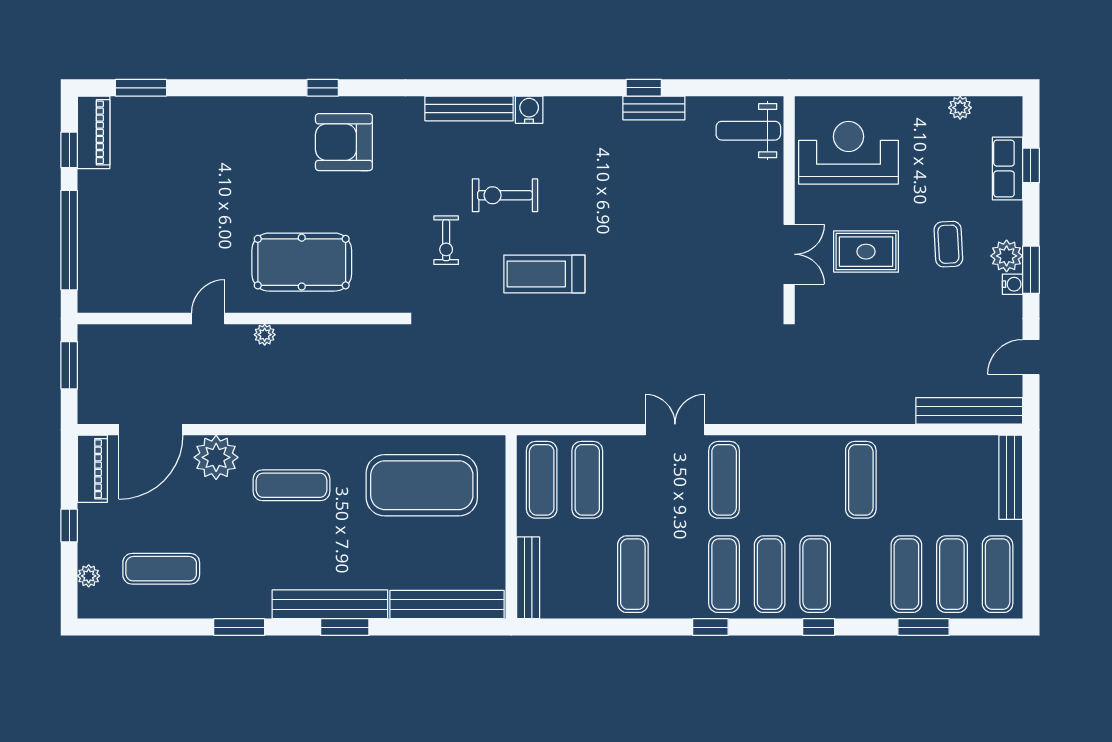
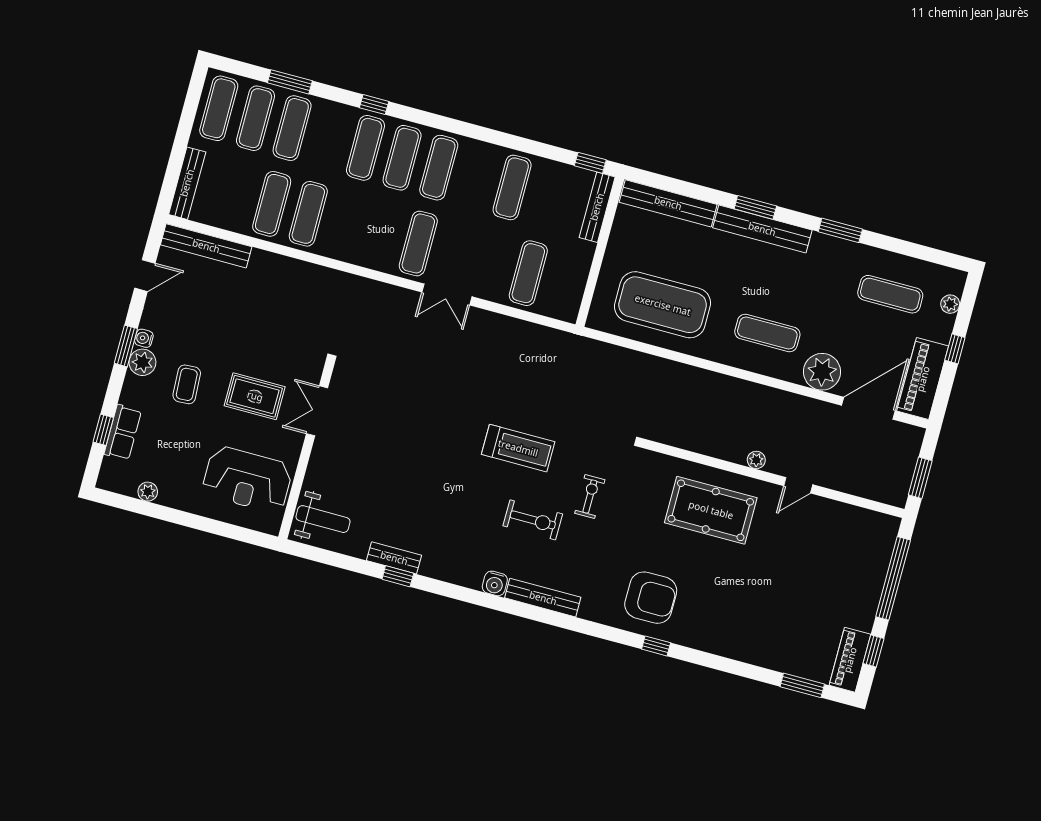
piano: (92, 469) -> (923, 379), width x1.37, depth x1.33
exercise mat: (542, 480) -> (272, 204), moved
window: (710, 627) -> (590, 163), moved

